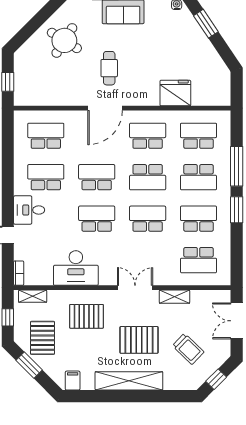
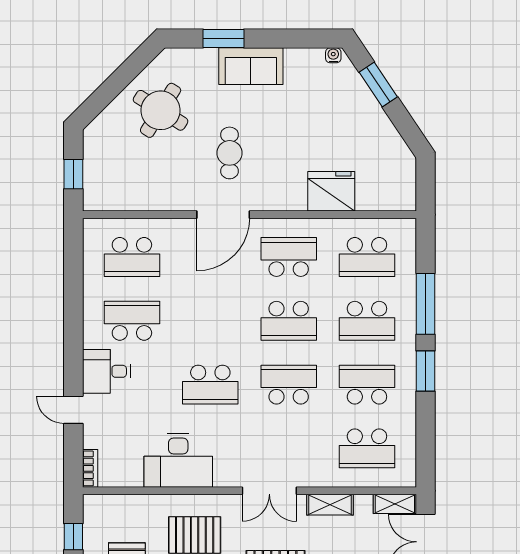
school desk: (46, 136) -> (132, 257), turned 180
school desk: (198, 136) -> (367, 257), turned 180
school desk: (97, 177) -> (210, 321), removed
school desk: (97, 219) -> (210, 385), turned 180
double door: (135, 288) -> (269, 491), swing flipped
shelving: (33, 296) -> (395, 504), moved

